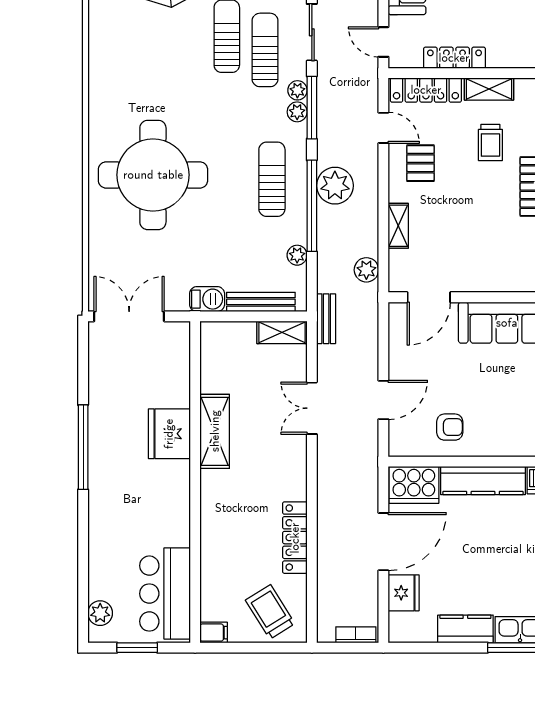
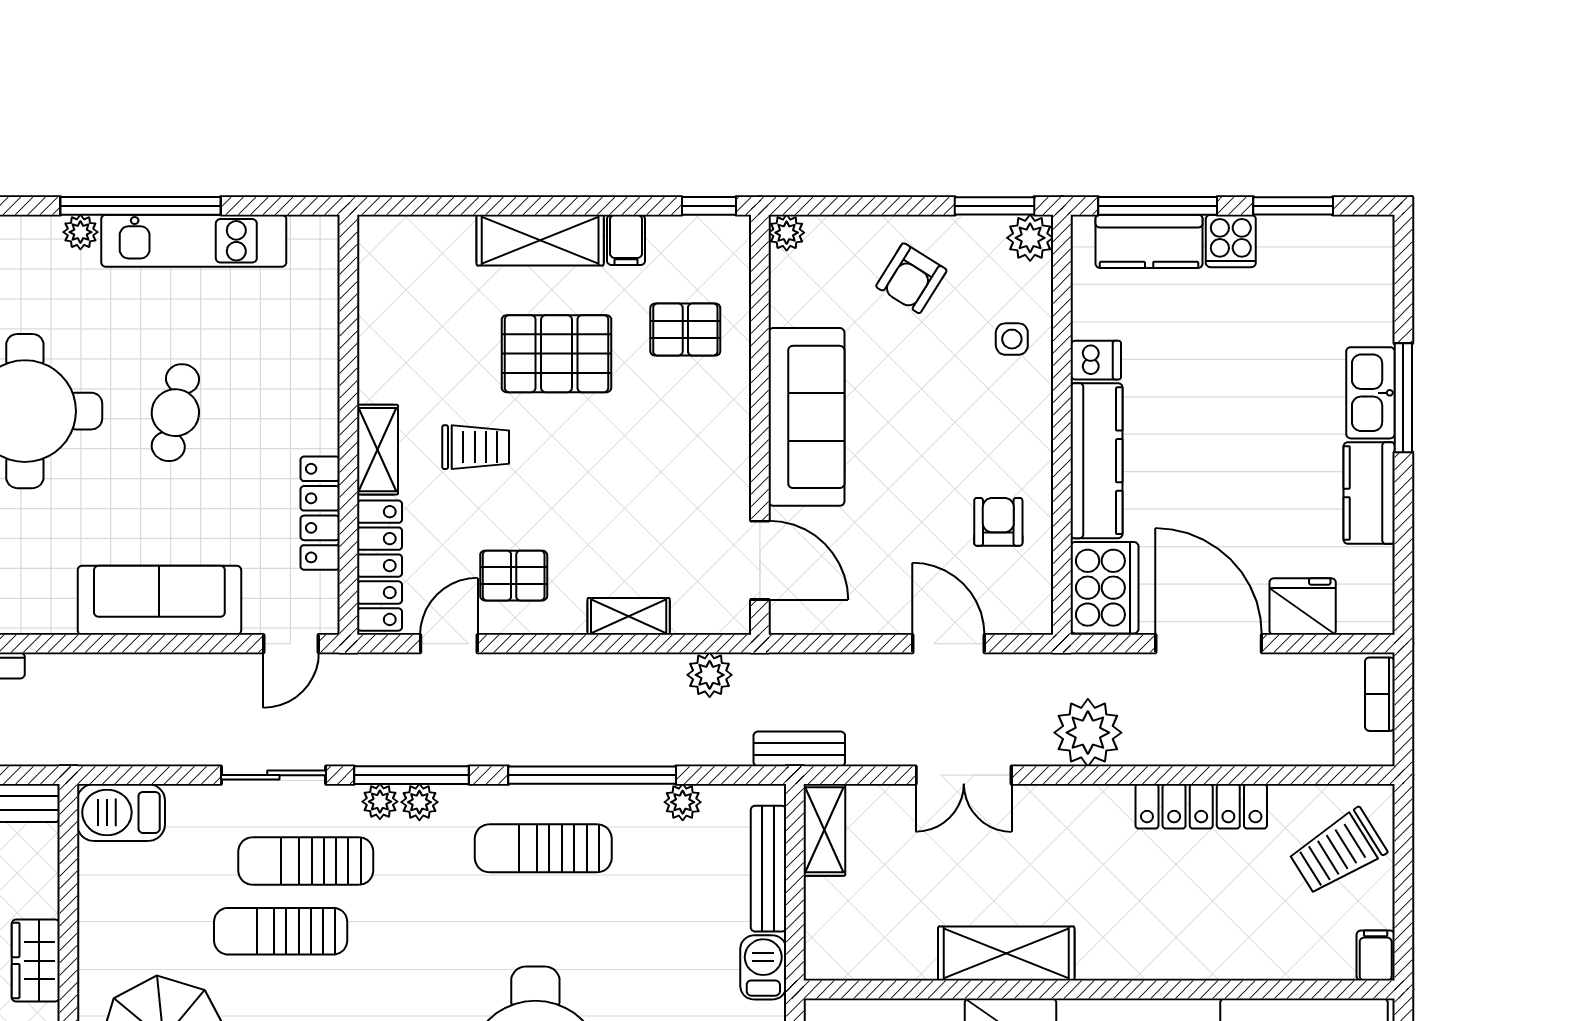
plant: (335, 186) -> (1088, 733), moved

